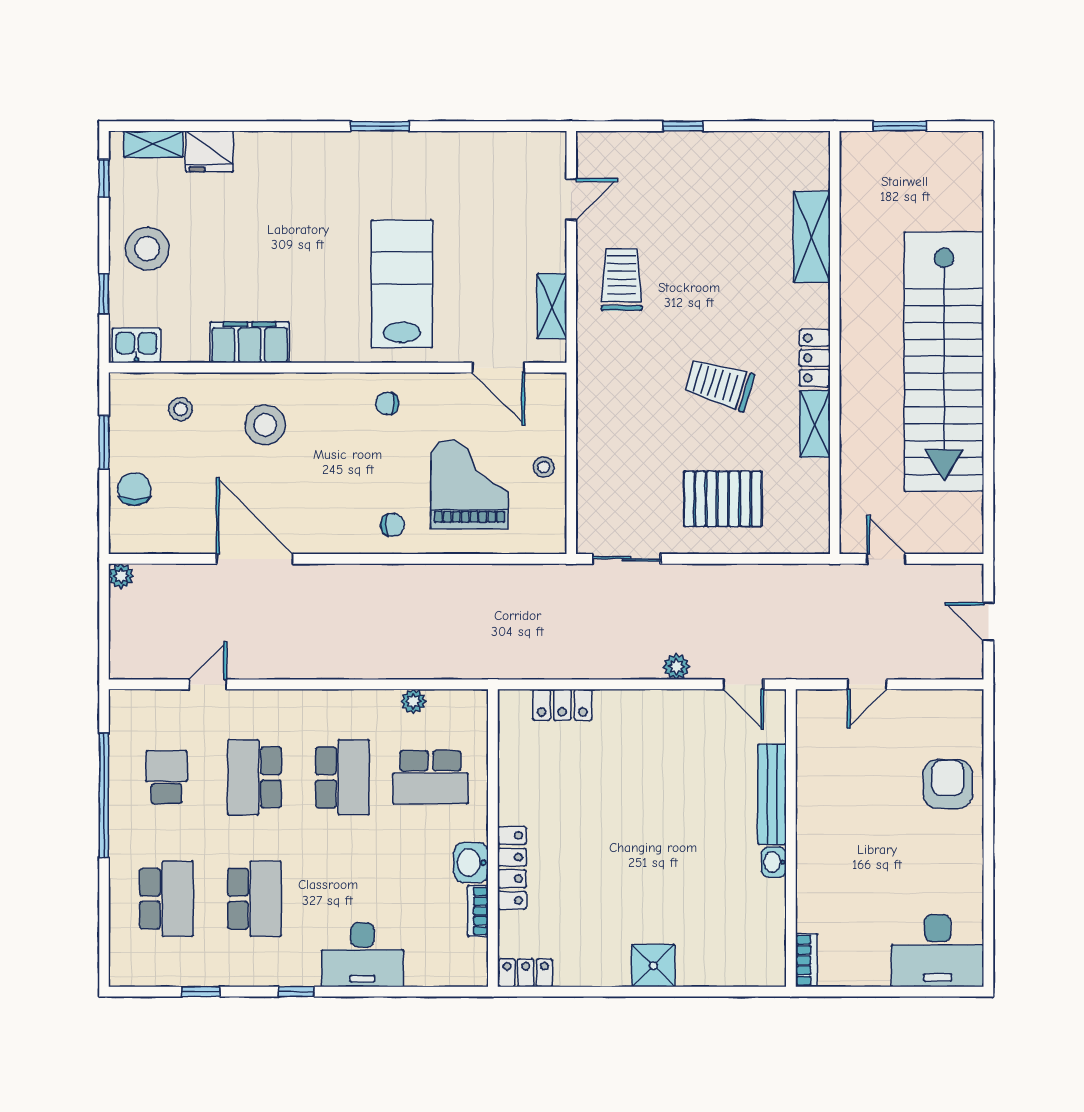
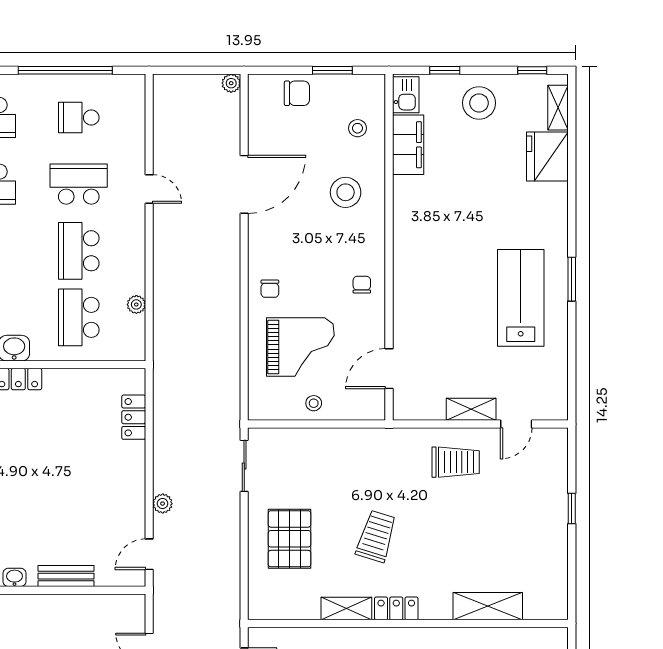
fridge: (209, 151) -> (547, 157), width x1.36, depth x1.34
door: (571, 199) -> (516, 424), hinge flipped
lab bench: (402, 284) -> (521, 298), moved, turned -90
shelving: (552, 306) -> (471, 409), moved
filing cabinet: (250, 342) -> (408, 145), moved
door: (208, 684) -> (149, 189), moved
school desk: (166, 777) -> (79, 118), turned 180
school desk: (342, 777) -> (79, 251), turned 90
bench: (772, 794) -> (66, 576), width x0.73

